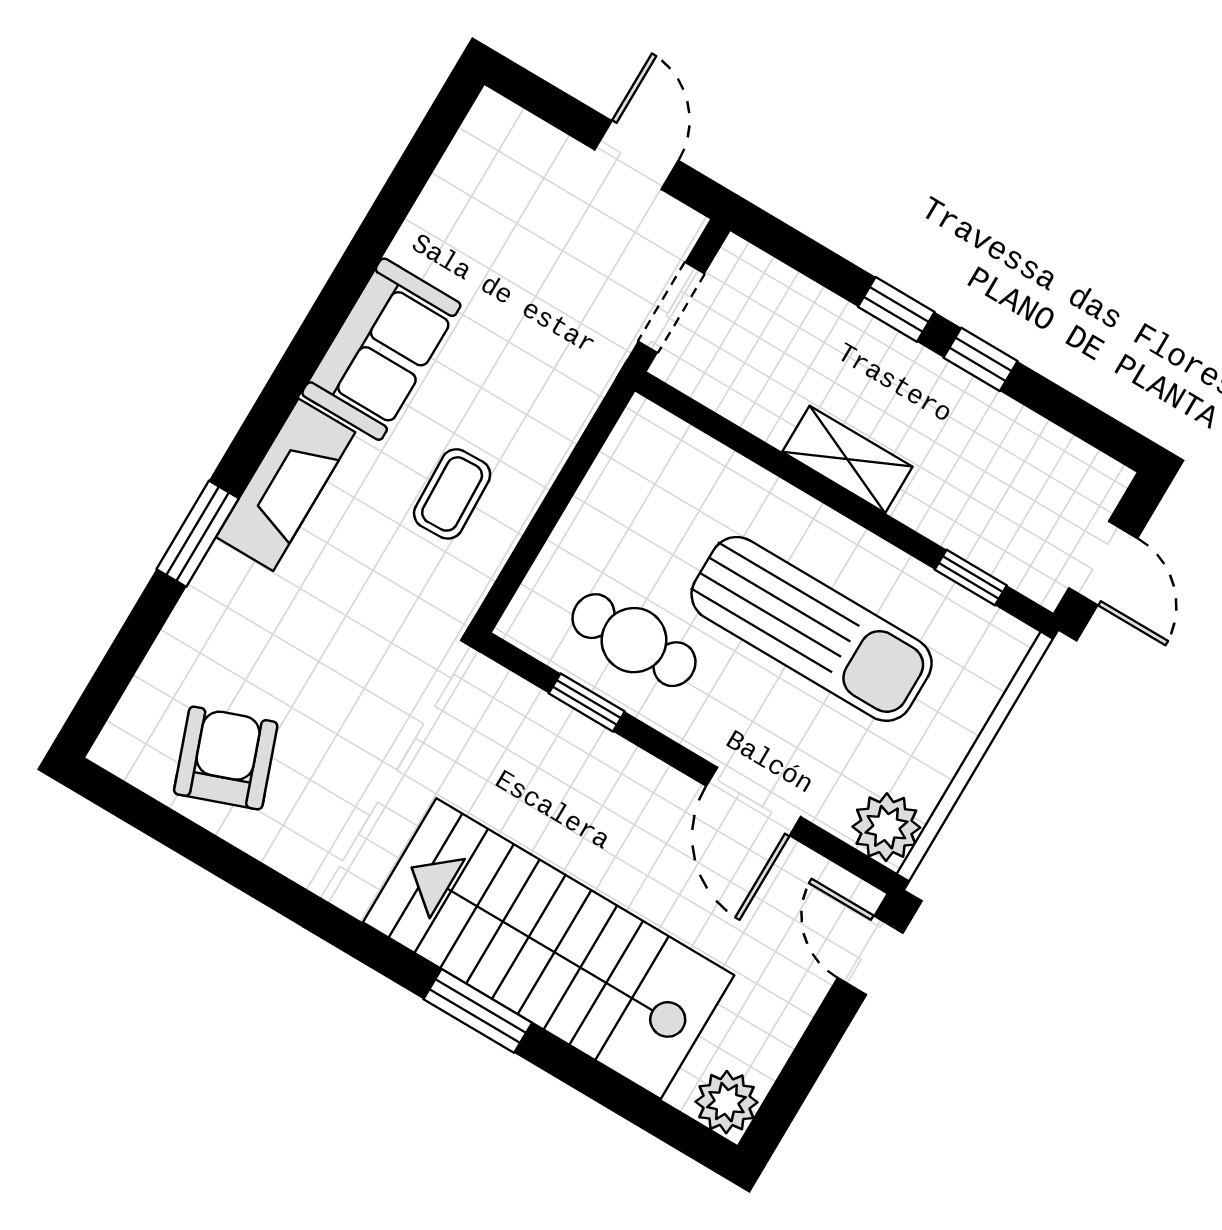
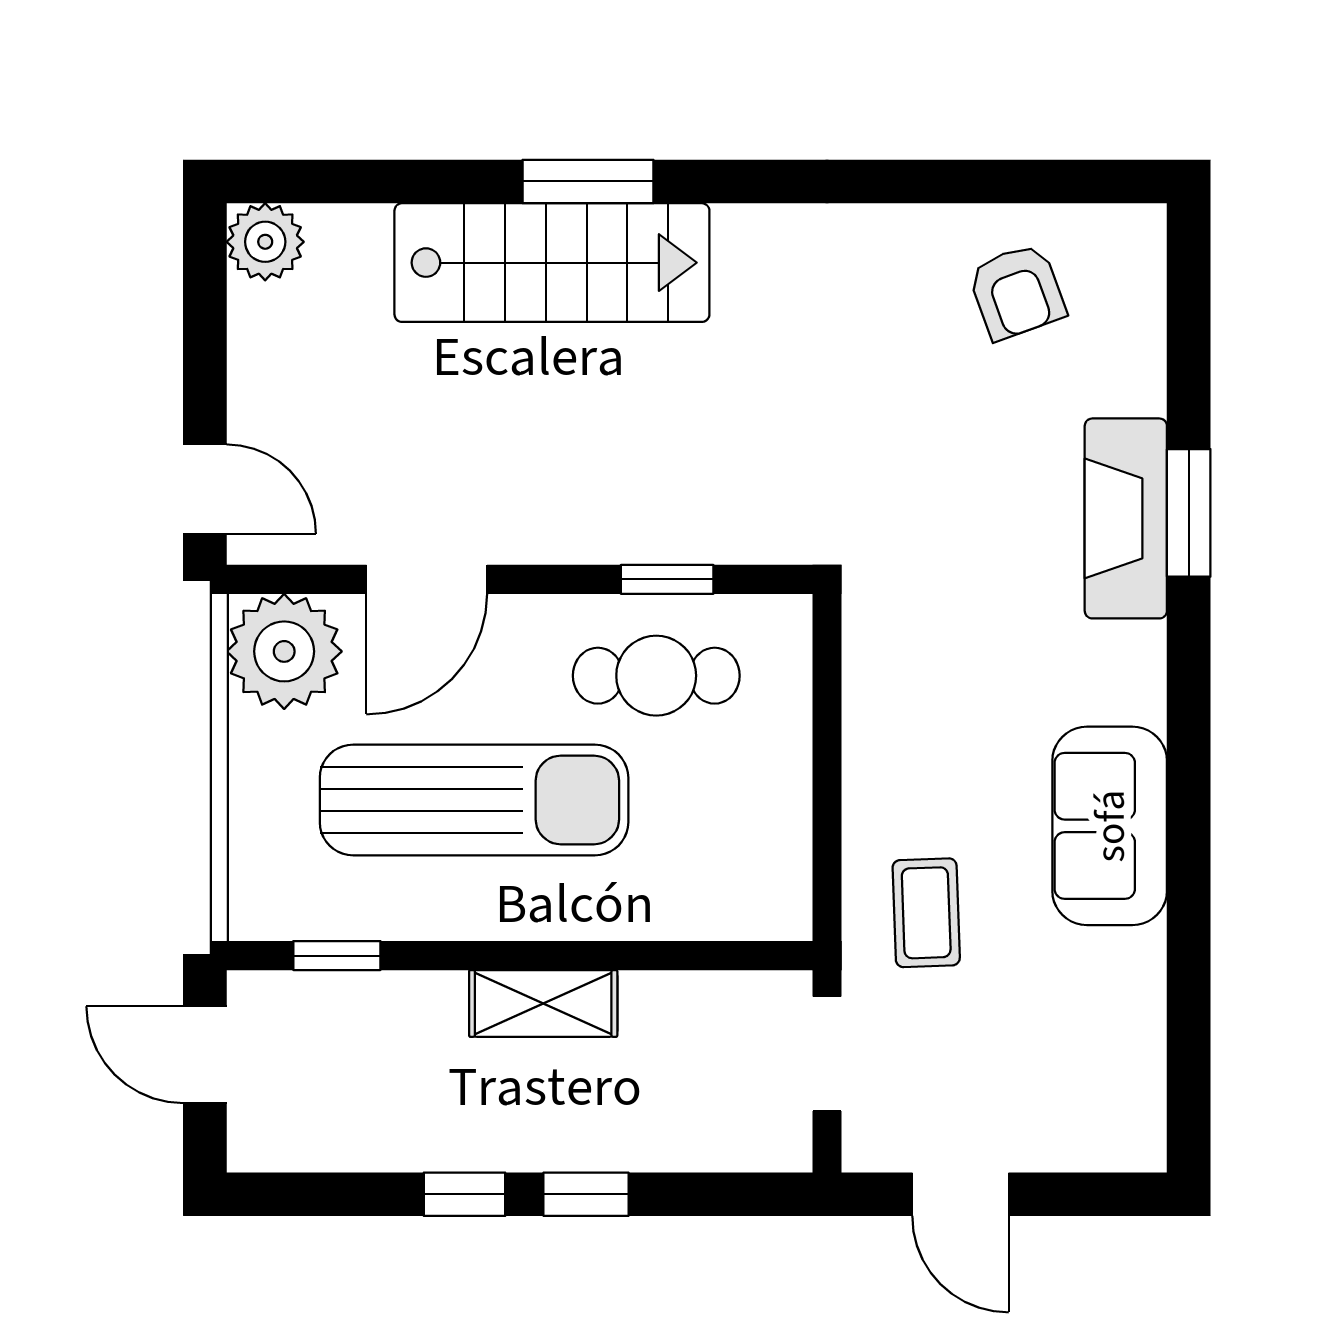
fireplace: (286, 485) -> (1126, 518), moved
coffee table: (452, 494) -> (926, 913), moved
sun lounger: (812, 629) -> (474, 800), turned 180
armchair: (226, 758) -> (1017, 292), width x0.72, depth x0.72
door: (753, 801) -> (427, 579), swing flipped
plant: (886, 827) -> (284, 651), width x1.36, depth x1.36
stairs: (549, 949) -> (552, 263), width x0.73, depth x0.66

